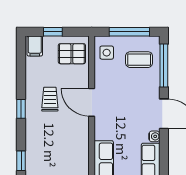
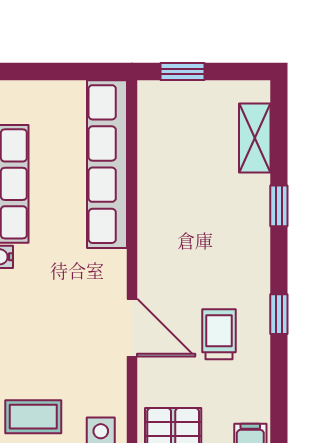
trolley: (50, 99) -> (219, 334), turned 180

